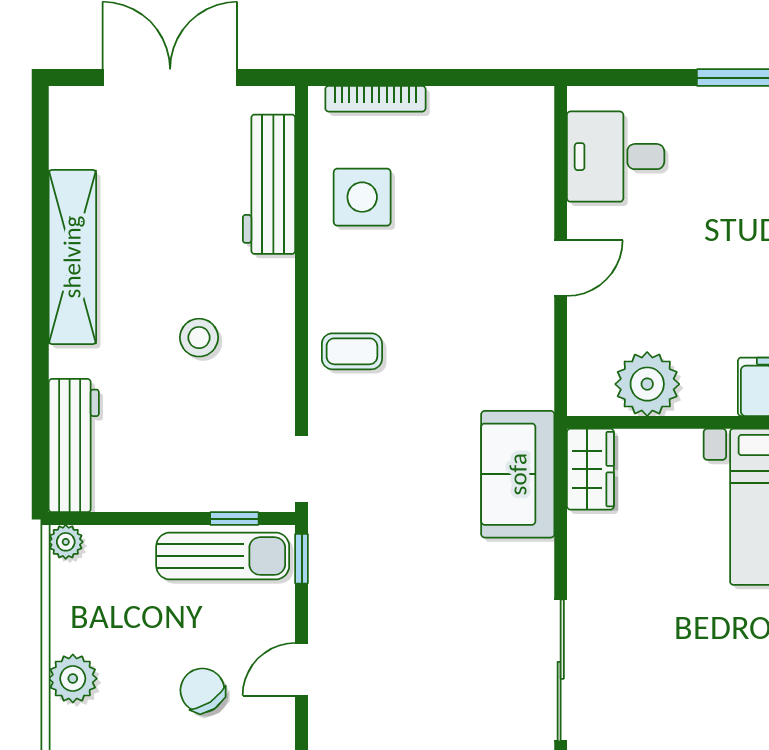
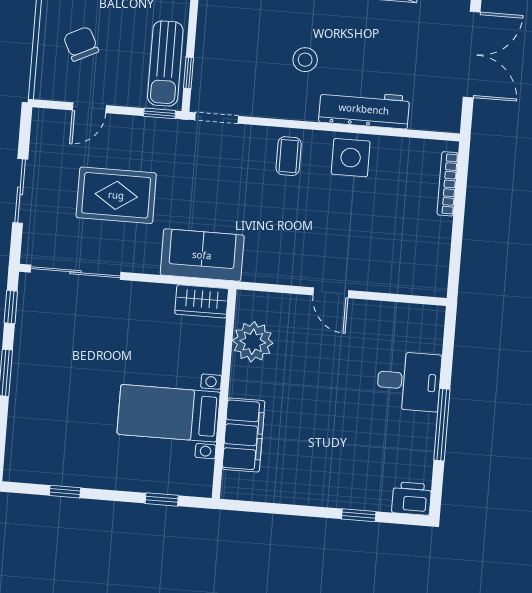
desk: (616, 157) -> (409, 381), moved, turned 90
workbench: (269, 184) -> (364, 109), moved
side table: (362, 197) -> (351, 158), moved
rug: (435, 616) -> (116, 195), added
door: (302, 669) -> (89, 108), swing flipped
chair: (202, 690) -> (81, 44), turned -82

